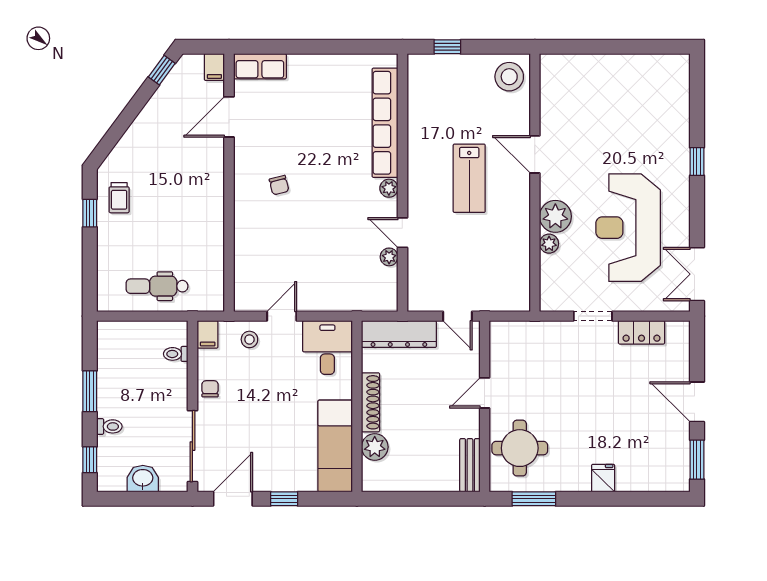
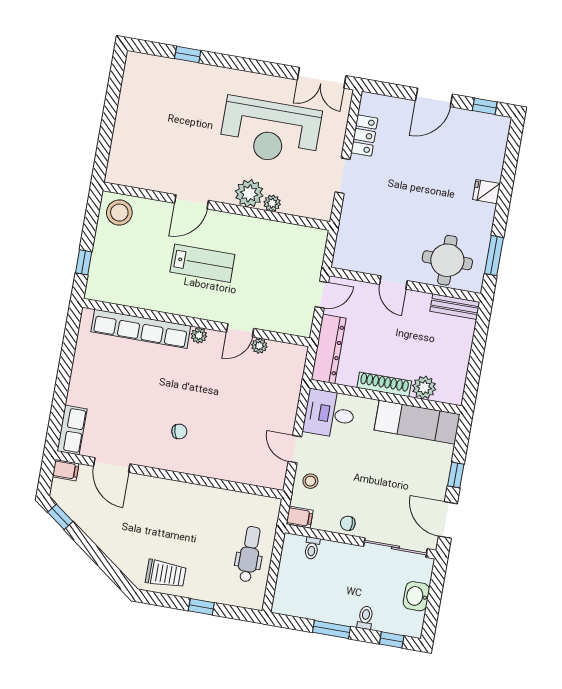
window: (697, 162) -> (188, 54), moved
trolley: (119, 198) -> (166, 574), width x1.36, depth x1.39
window: (90, 213) -> (201, 607), moved
dental chair: (157, 286) -> (249, 554), turned 180
window: (697, 460) -> (485, 106), width x0.67

